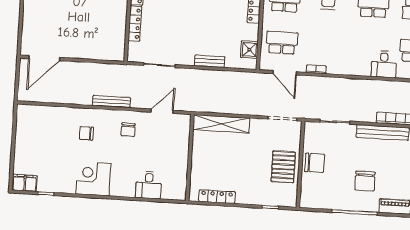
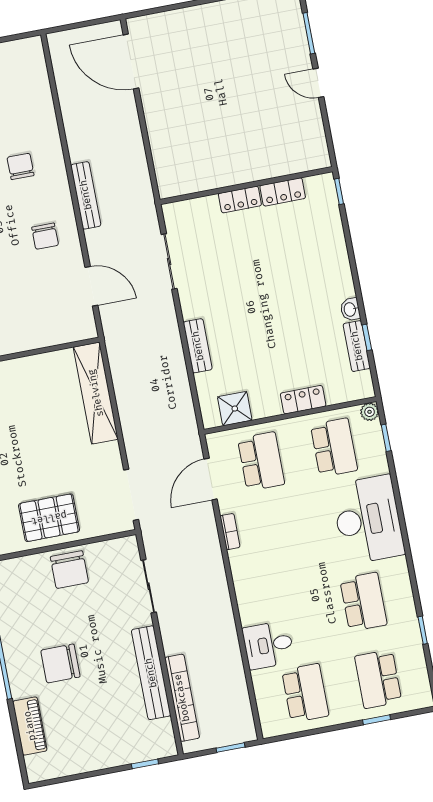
locker: (135, 24) -> (240, 199), width x0.66
chair: (128, 130) -> (45, 236), turned -90

